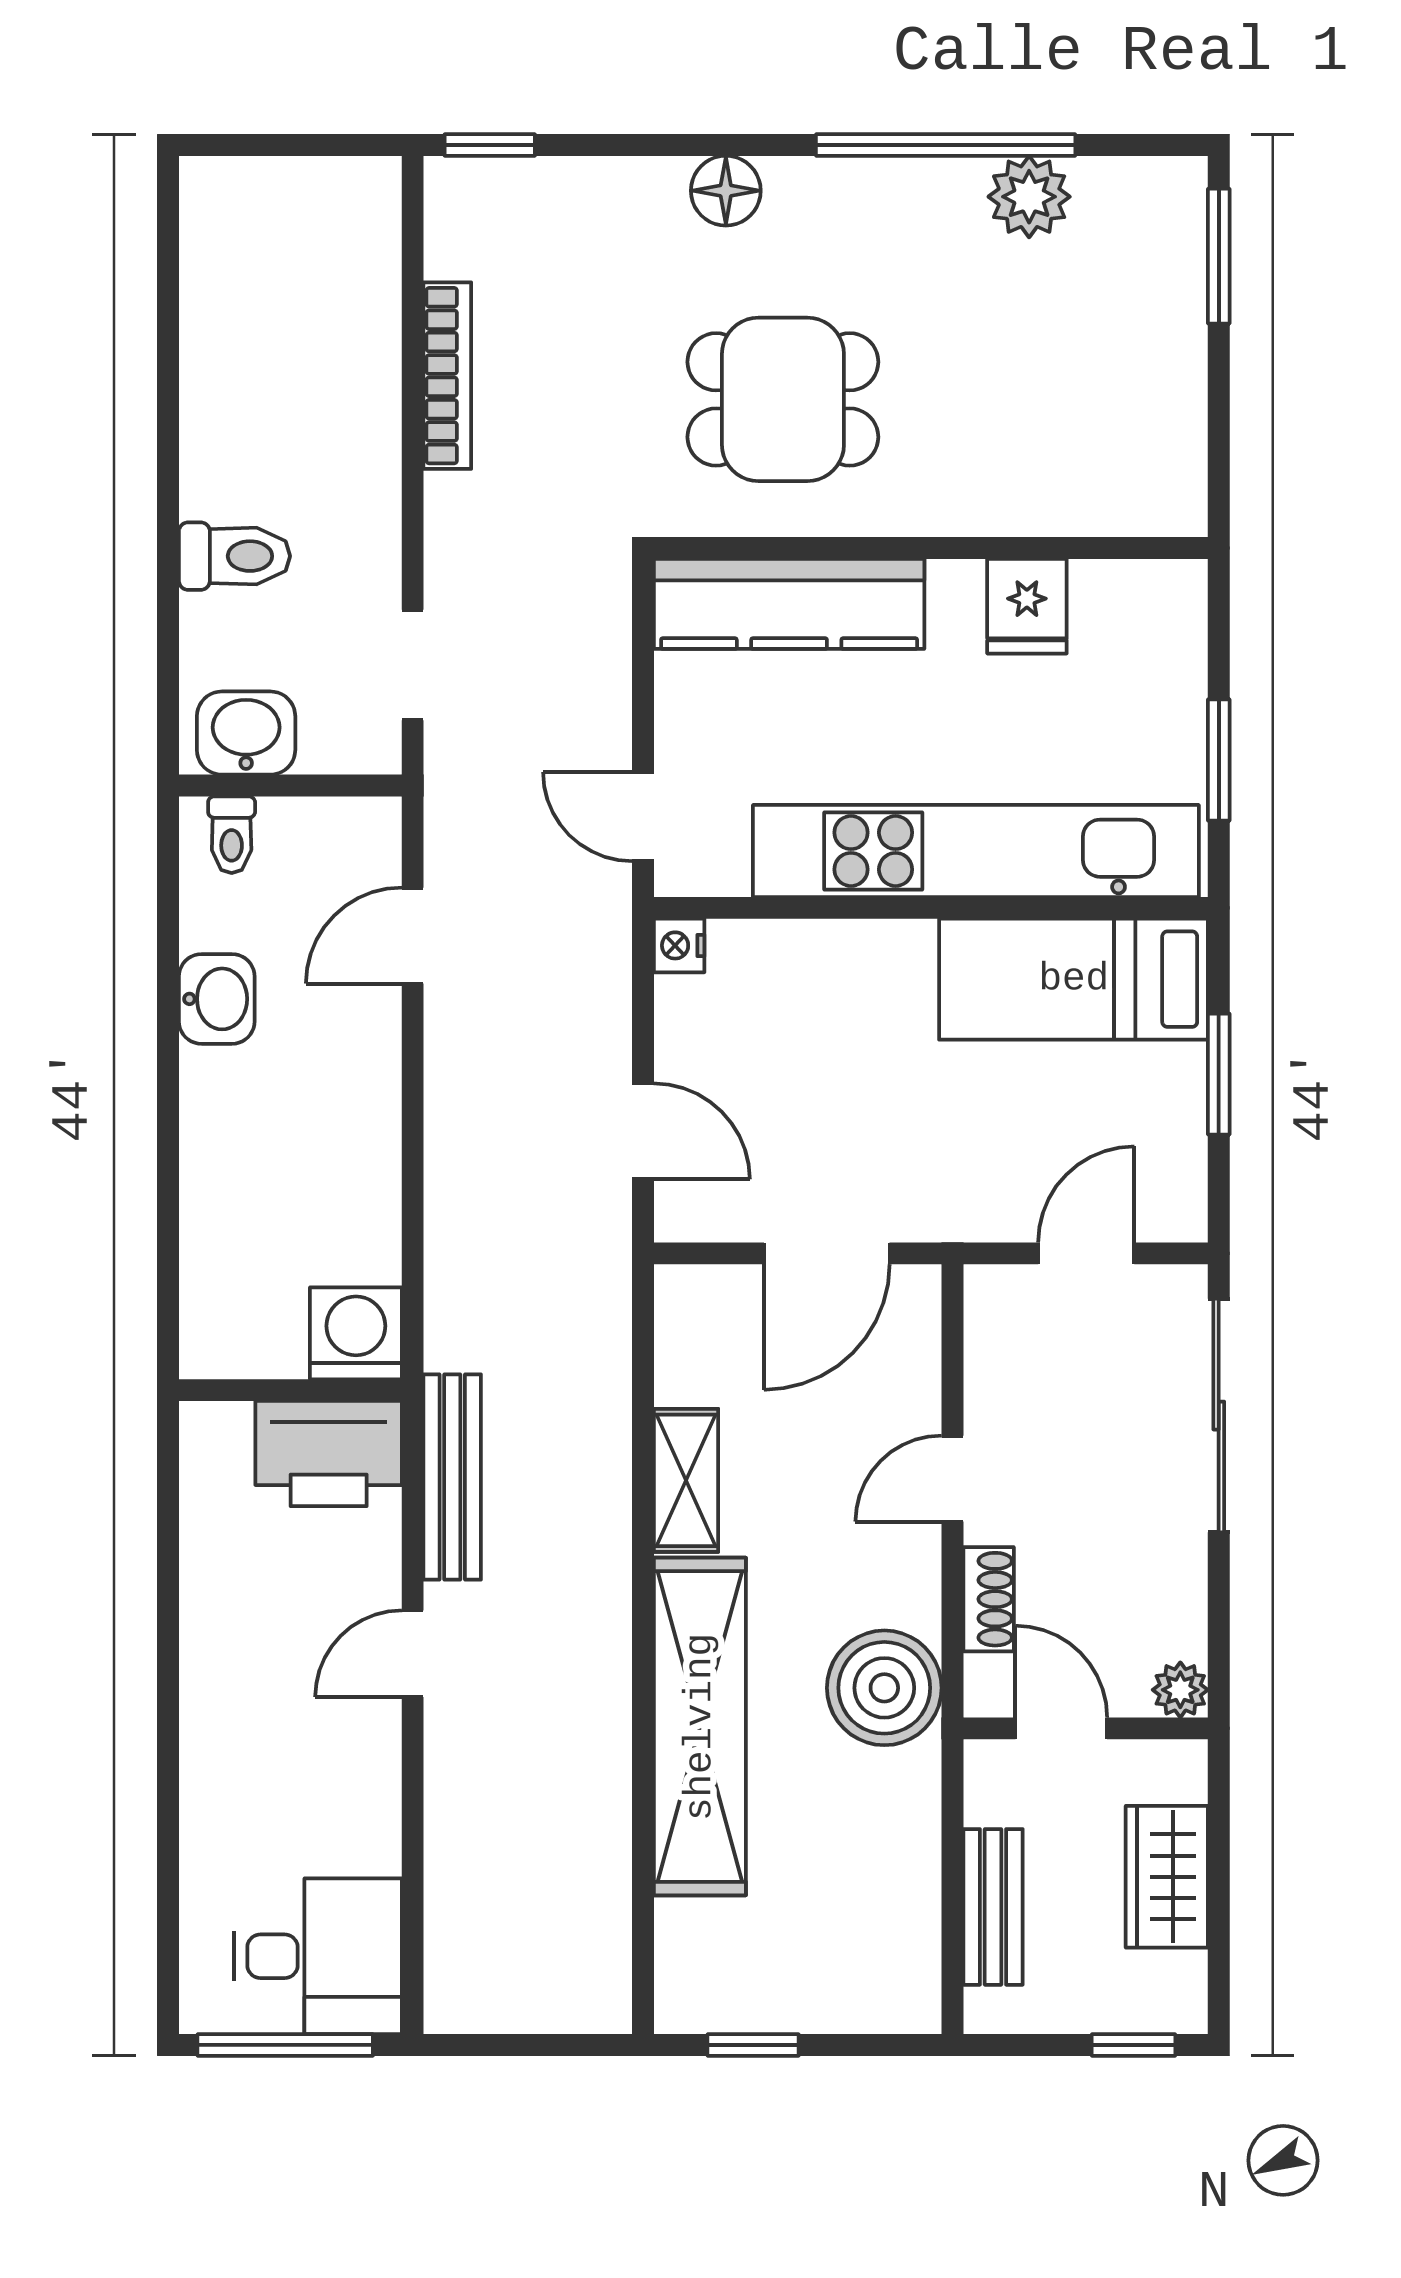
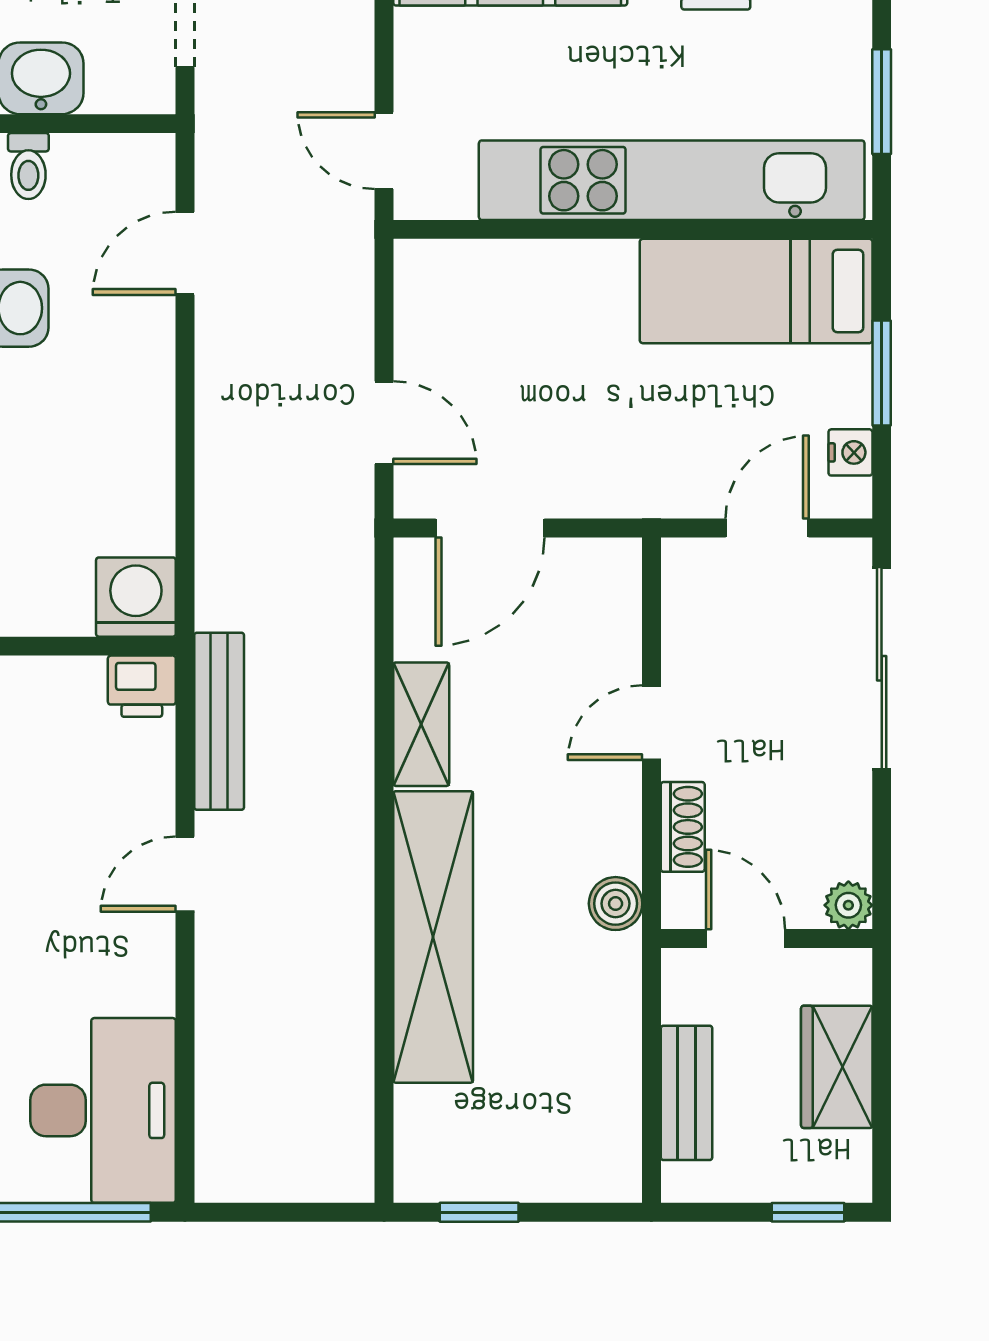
nightstand: (679, 945) -> (850, 452), moved, turned 180
door: (827, 1253) -> (490, 528), moved
printer: (329, 1453) -> (142, 686), width x0.53, depth x0.68
boiler: (884, 1688) -> (616, 904), width x0.54, depth x0.54
desk: (318, 1956) -> (103, 1110), width x1.37

